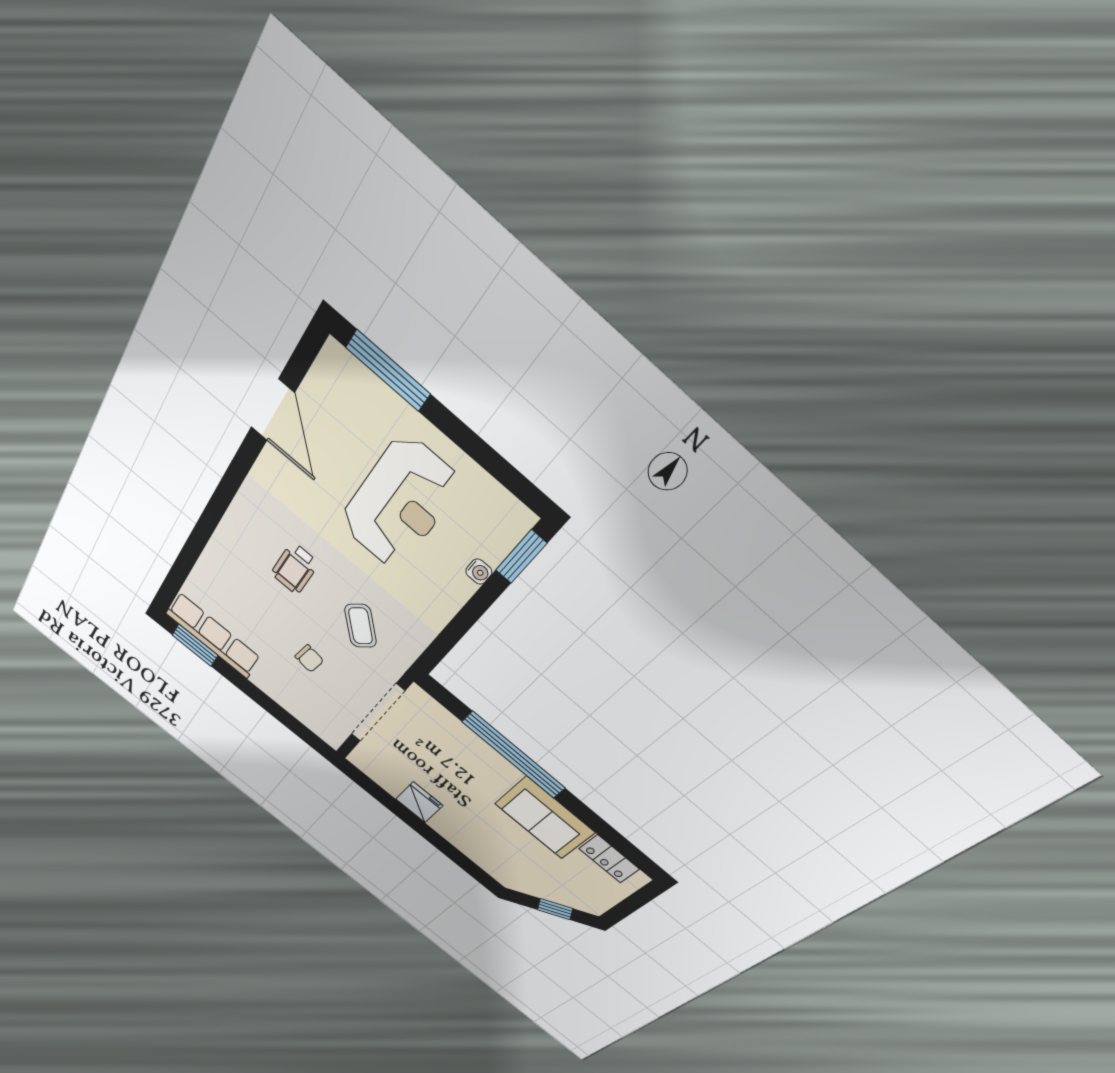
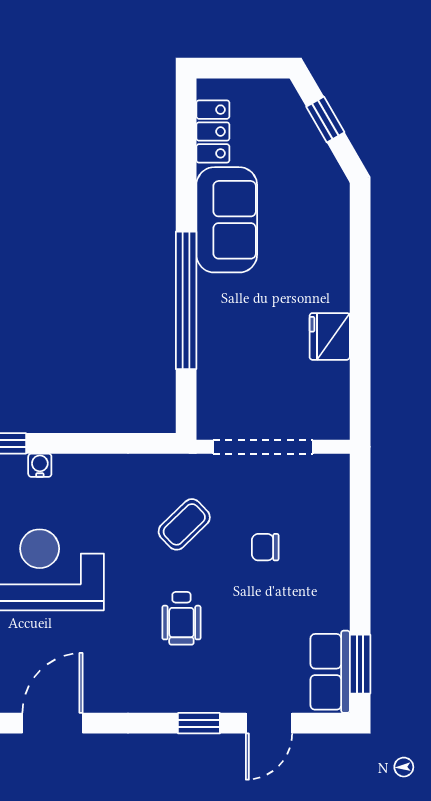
window: (211, 516) -> (199, 723), added
door: (186, 561) -> (269, 723), added
wheelchair: (295, 568) -> (181, 618), turned 90
row of seats: (213, 636) -> (330, 672), width x0.68
chair: (309, 658) -> (265, 547), turned -98

